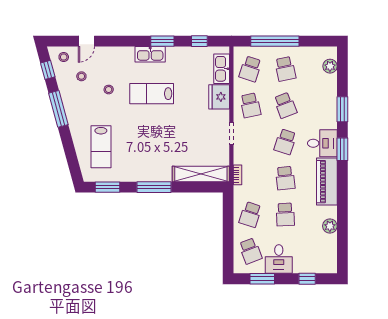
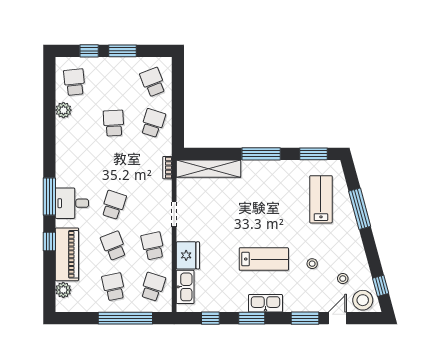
window: (115, 41) -> (305, 318), added
stool: (64, 57) -> (363, 300), width x1.89, depth x1.89
window: (58, 109) -> (360, 209), moved
window: (342, 109) -> (49, 241), width x0.67
window: (342, 149) -> (49, 197), width x1.44
school desk: (285, 178) -> (74, 82), moved
piano: (327, 182) -> (67, 254), moved
desk: (279, 259) -> (121, 73), removed
window: (262, 279) -> (122, 51), moved

